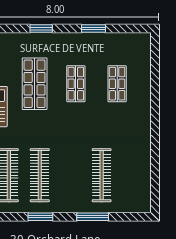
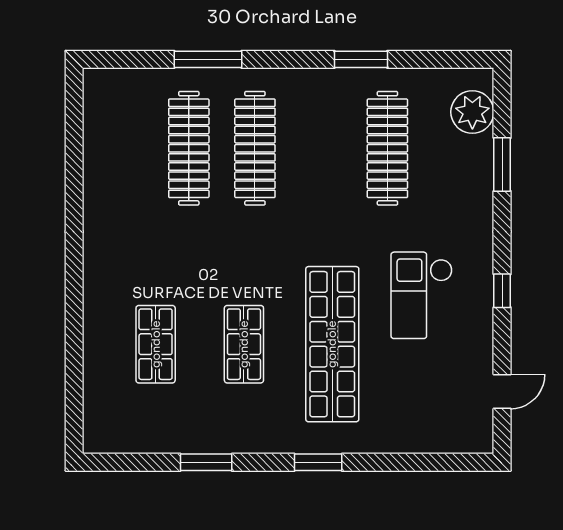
shop shelf: (35, 84) -> (332, 344), width x1.40
clothes rail: (40, 175) -> (255, 148), moved
window: (40, 217) -> (361, 59), moved

